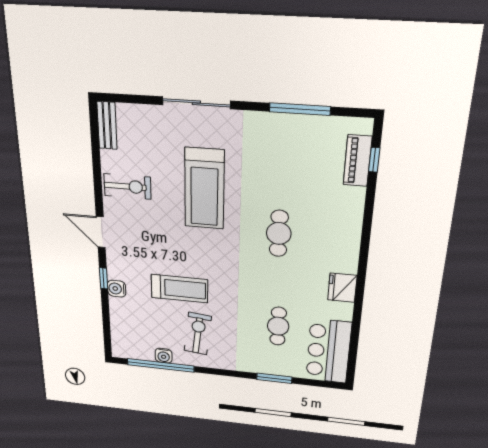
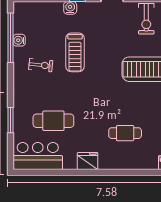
cafe table: (279, 233) -> (125, 133), moved
cafe table: (278, 326) -> (53, 121), width x1.37, depth x1.35
exercise bike: (198, 334) -> (41, 65), width x0.73, depth x0.72

